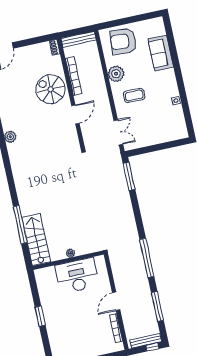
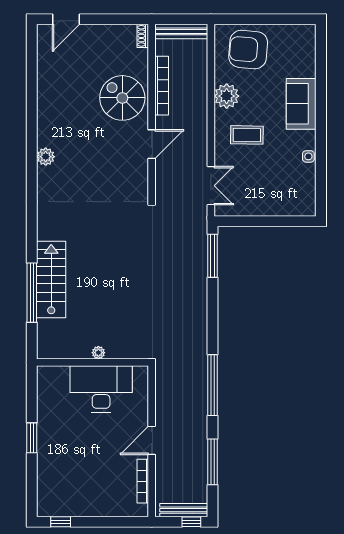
sofa: (161, 53) -> (301, 104), moved
stairs: (36, 240) -> (51, 280), moved

